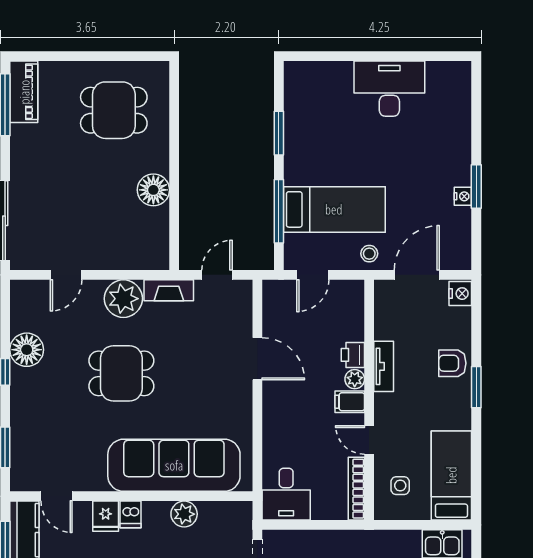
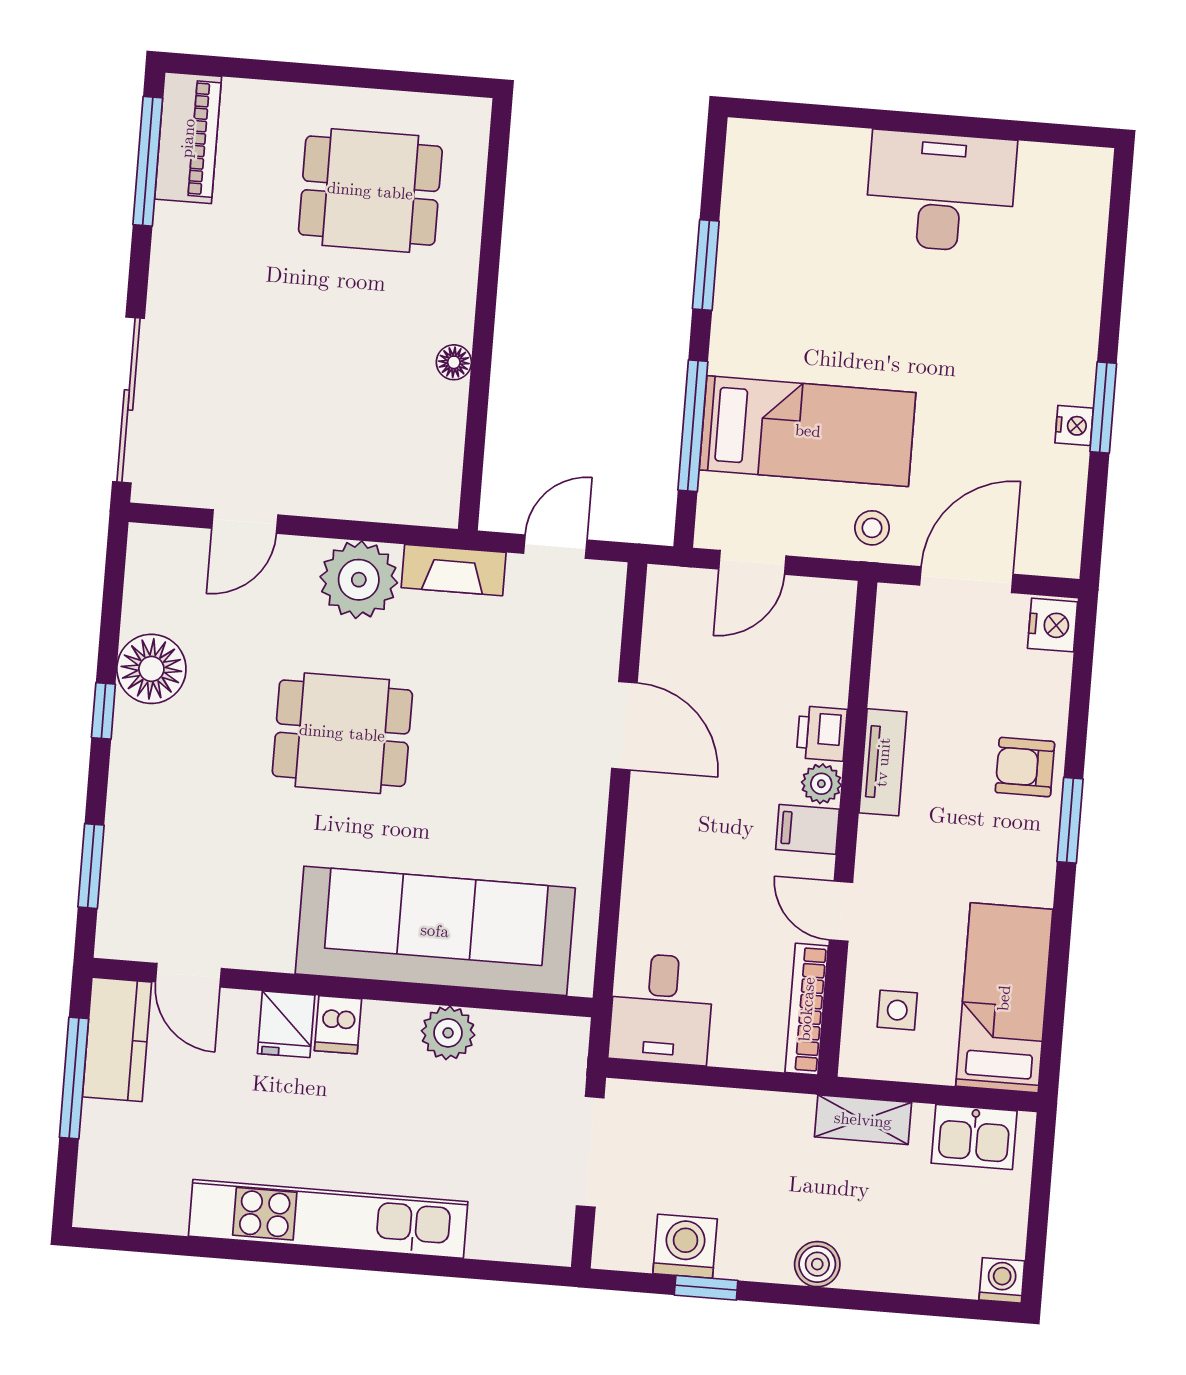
floor lamp: (153, 190) -> (454, 362), width x0.53, depth x0.53
shelving: (388, 540) -> (863, 1120), added

